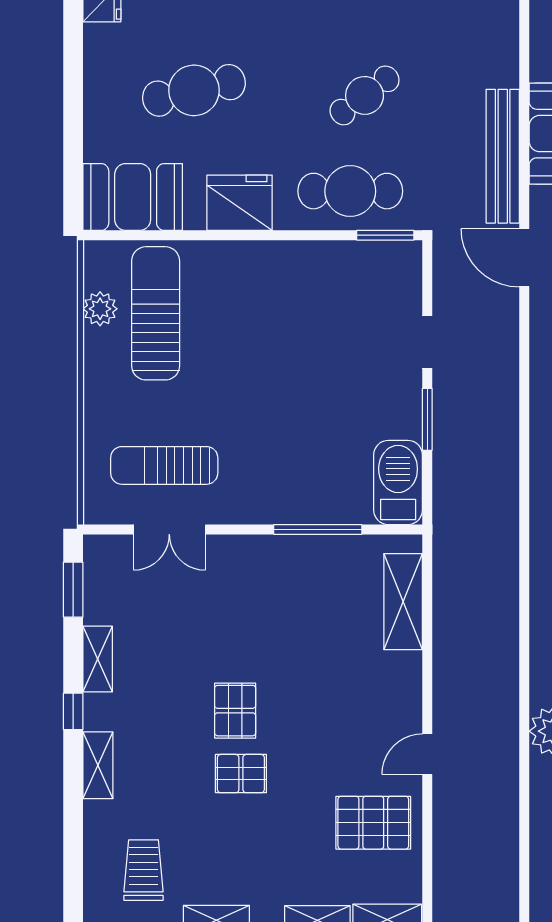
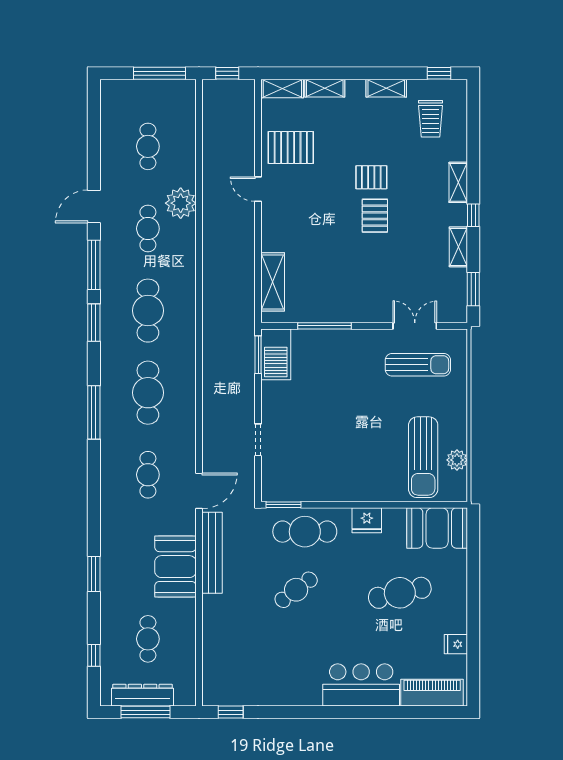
fridge: (240, 203) -> (367, 520), width x0.73, depth x0.75
door: (524, 258) -> (199, 491), hinge flipped
window: (427, 419) -> (258, 355), moved
door: (427, 754) -> (258, 189), swing flipped

